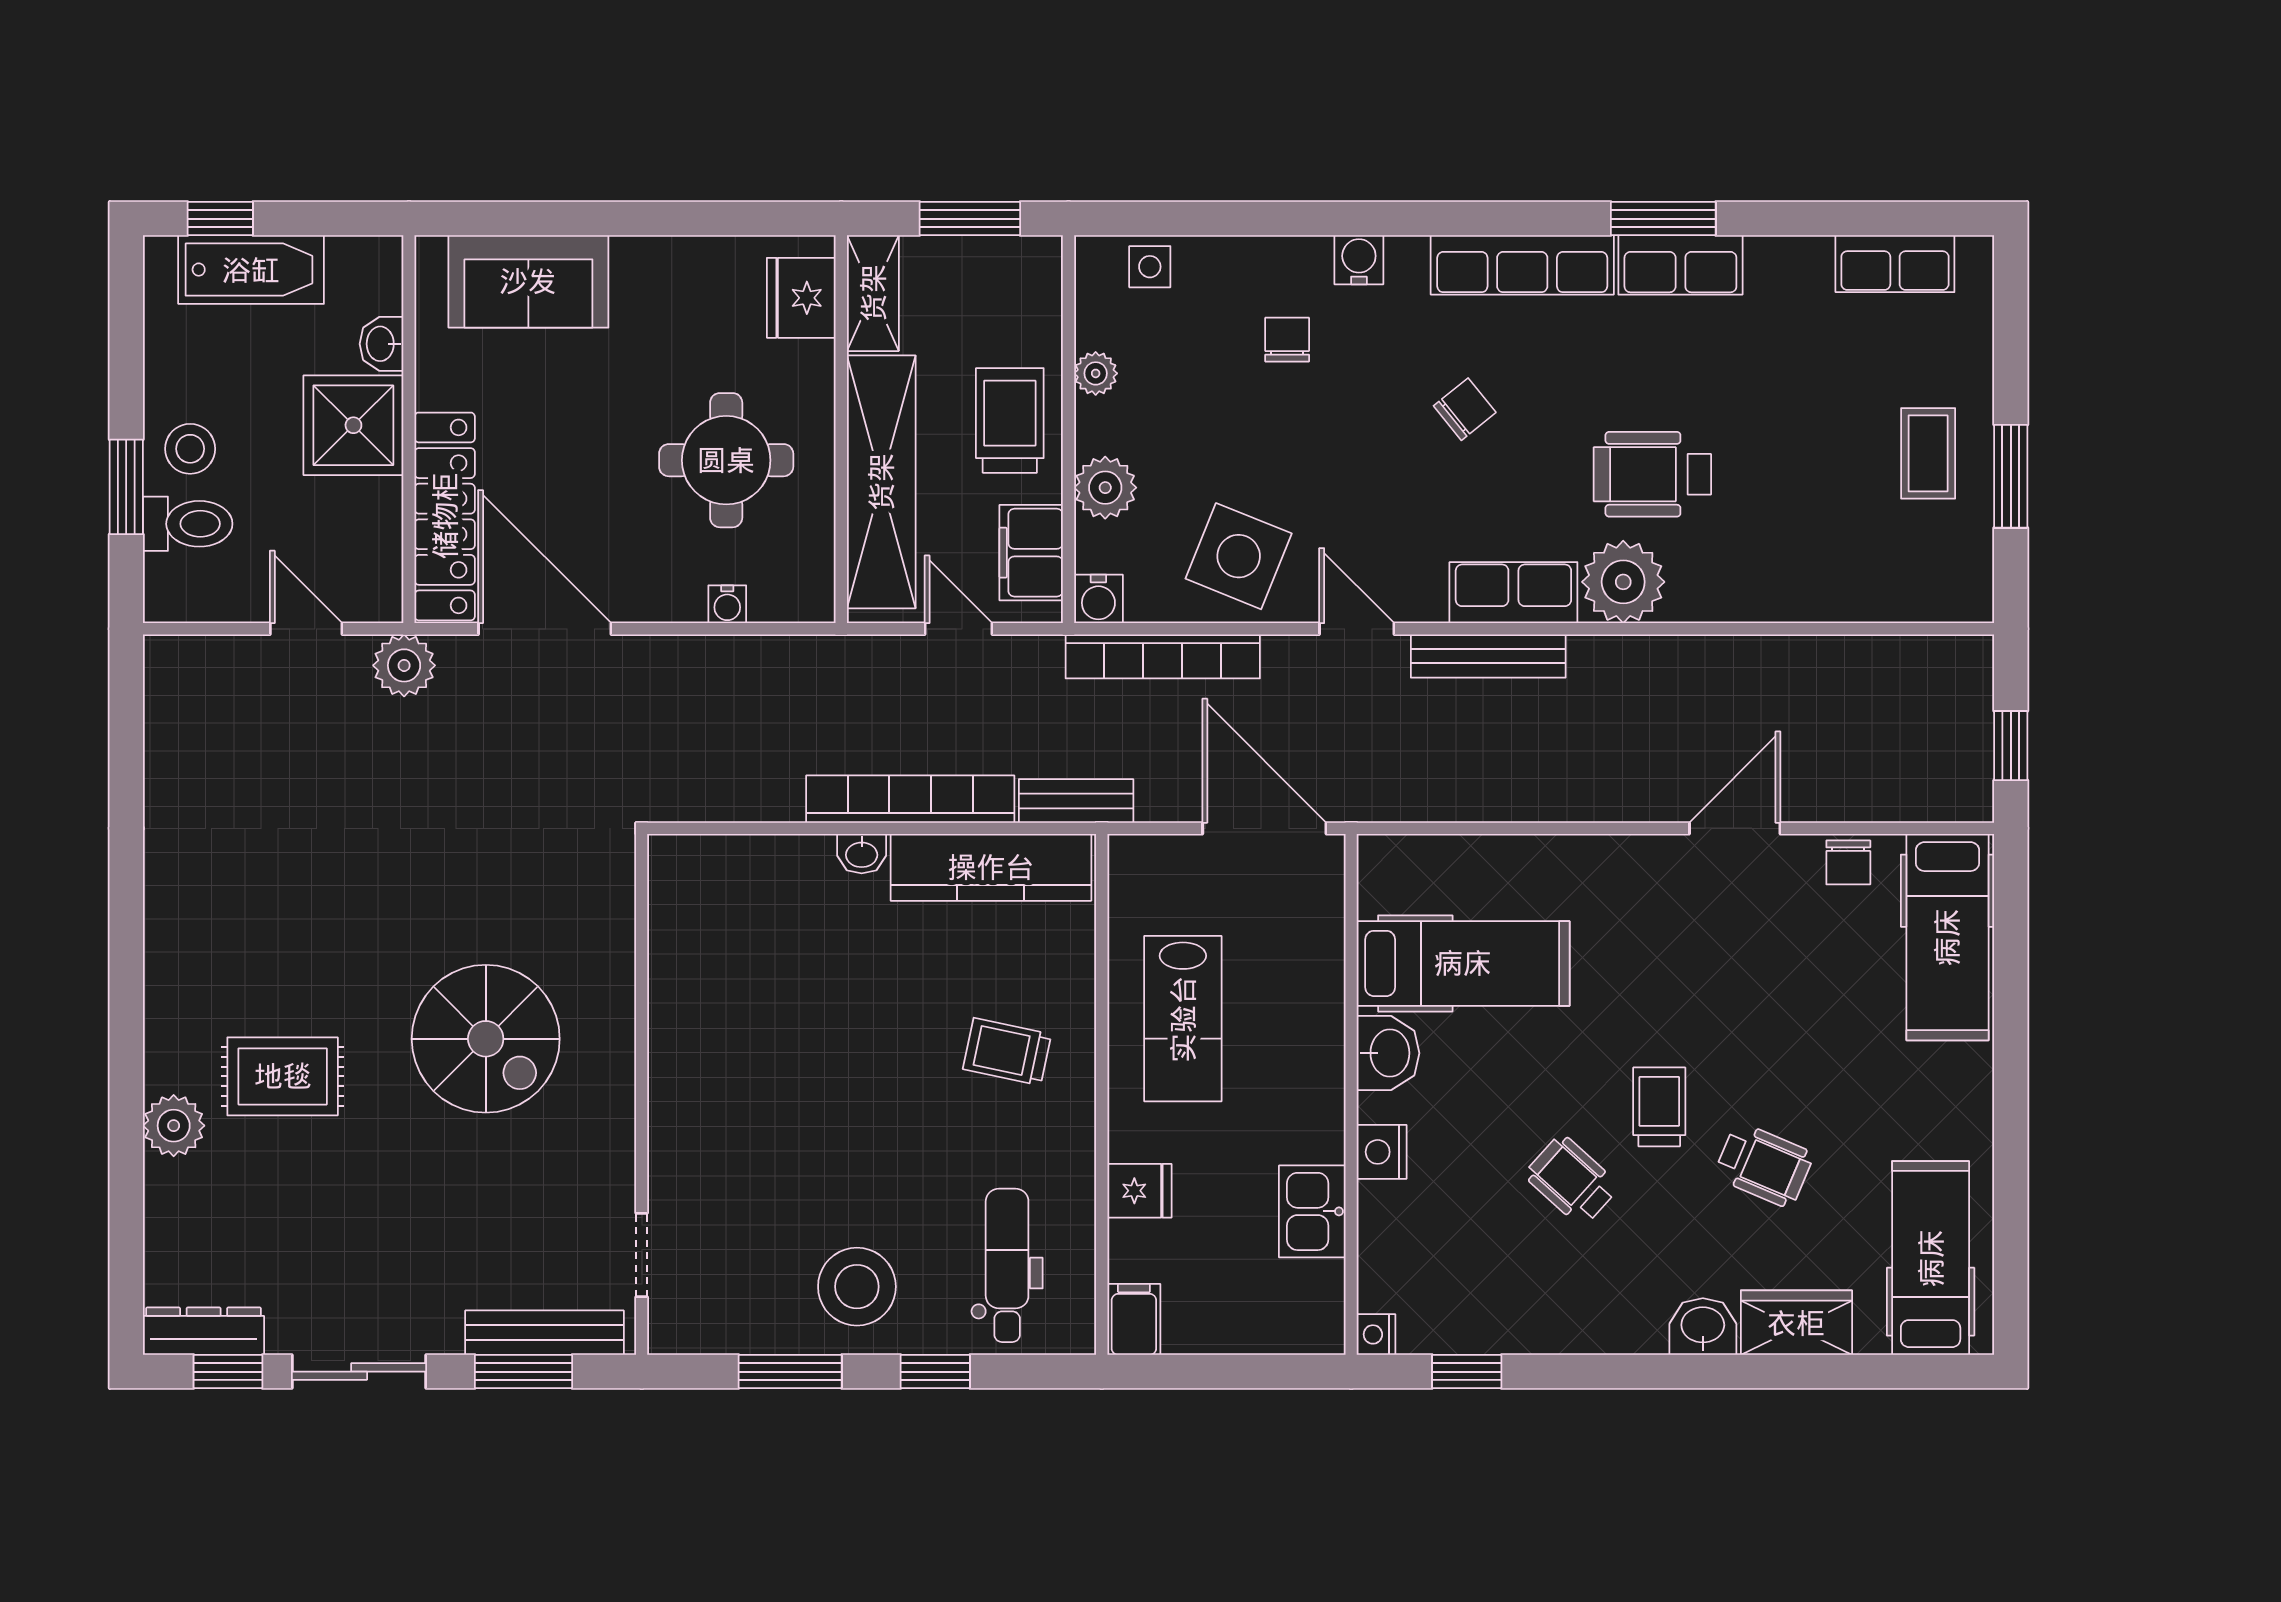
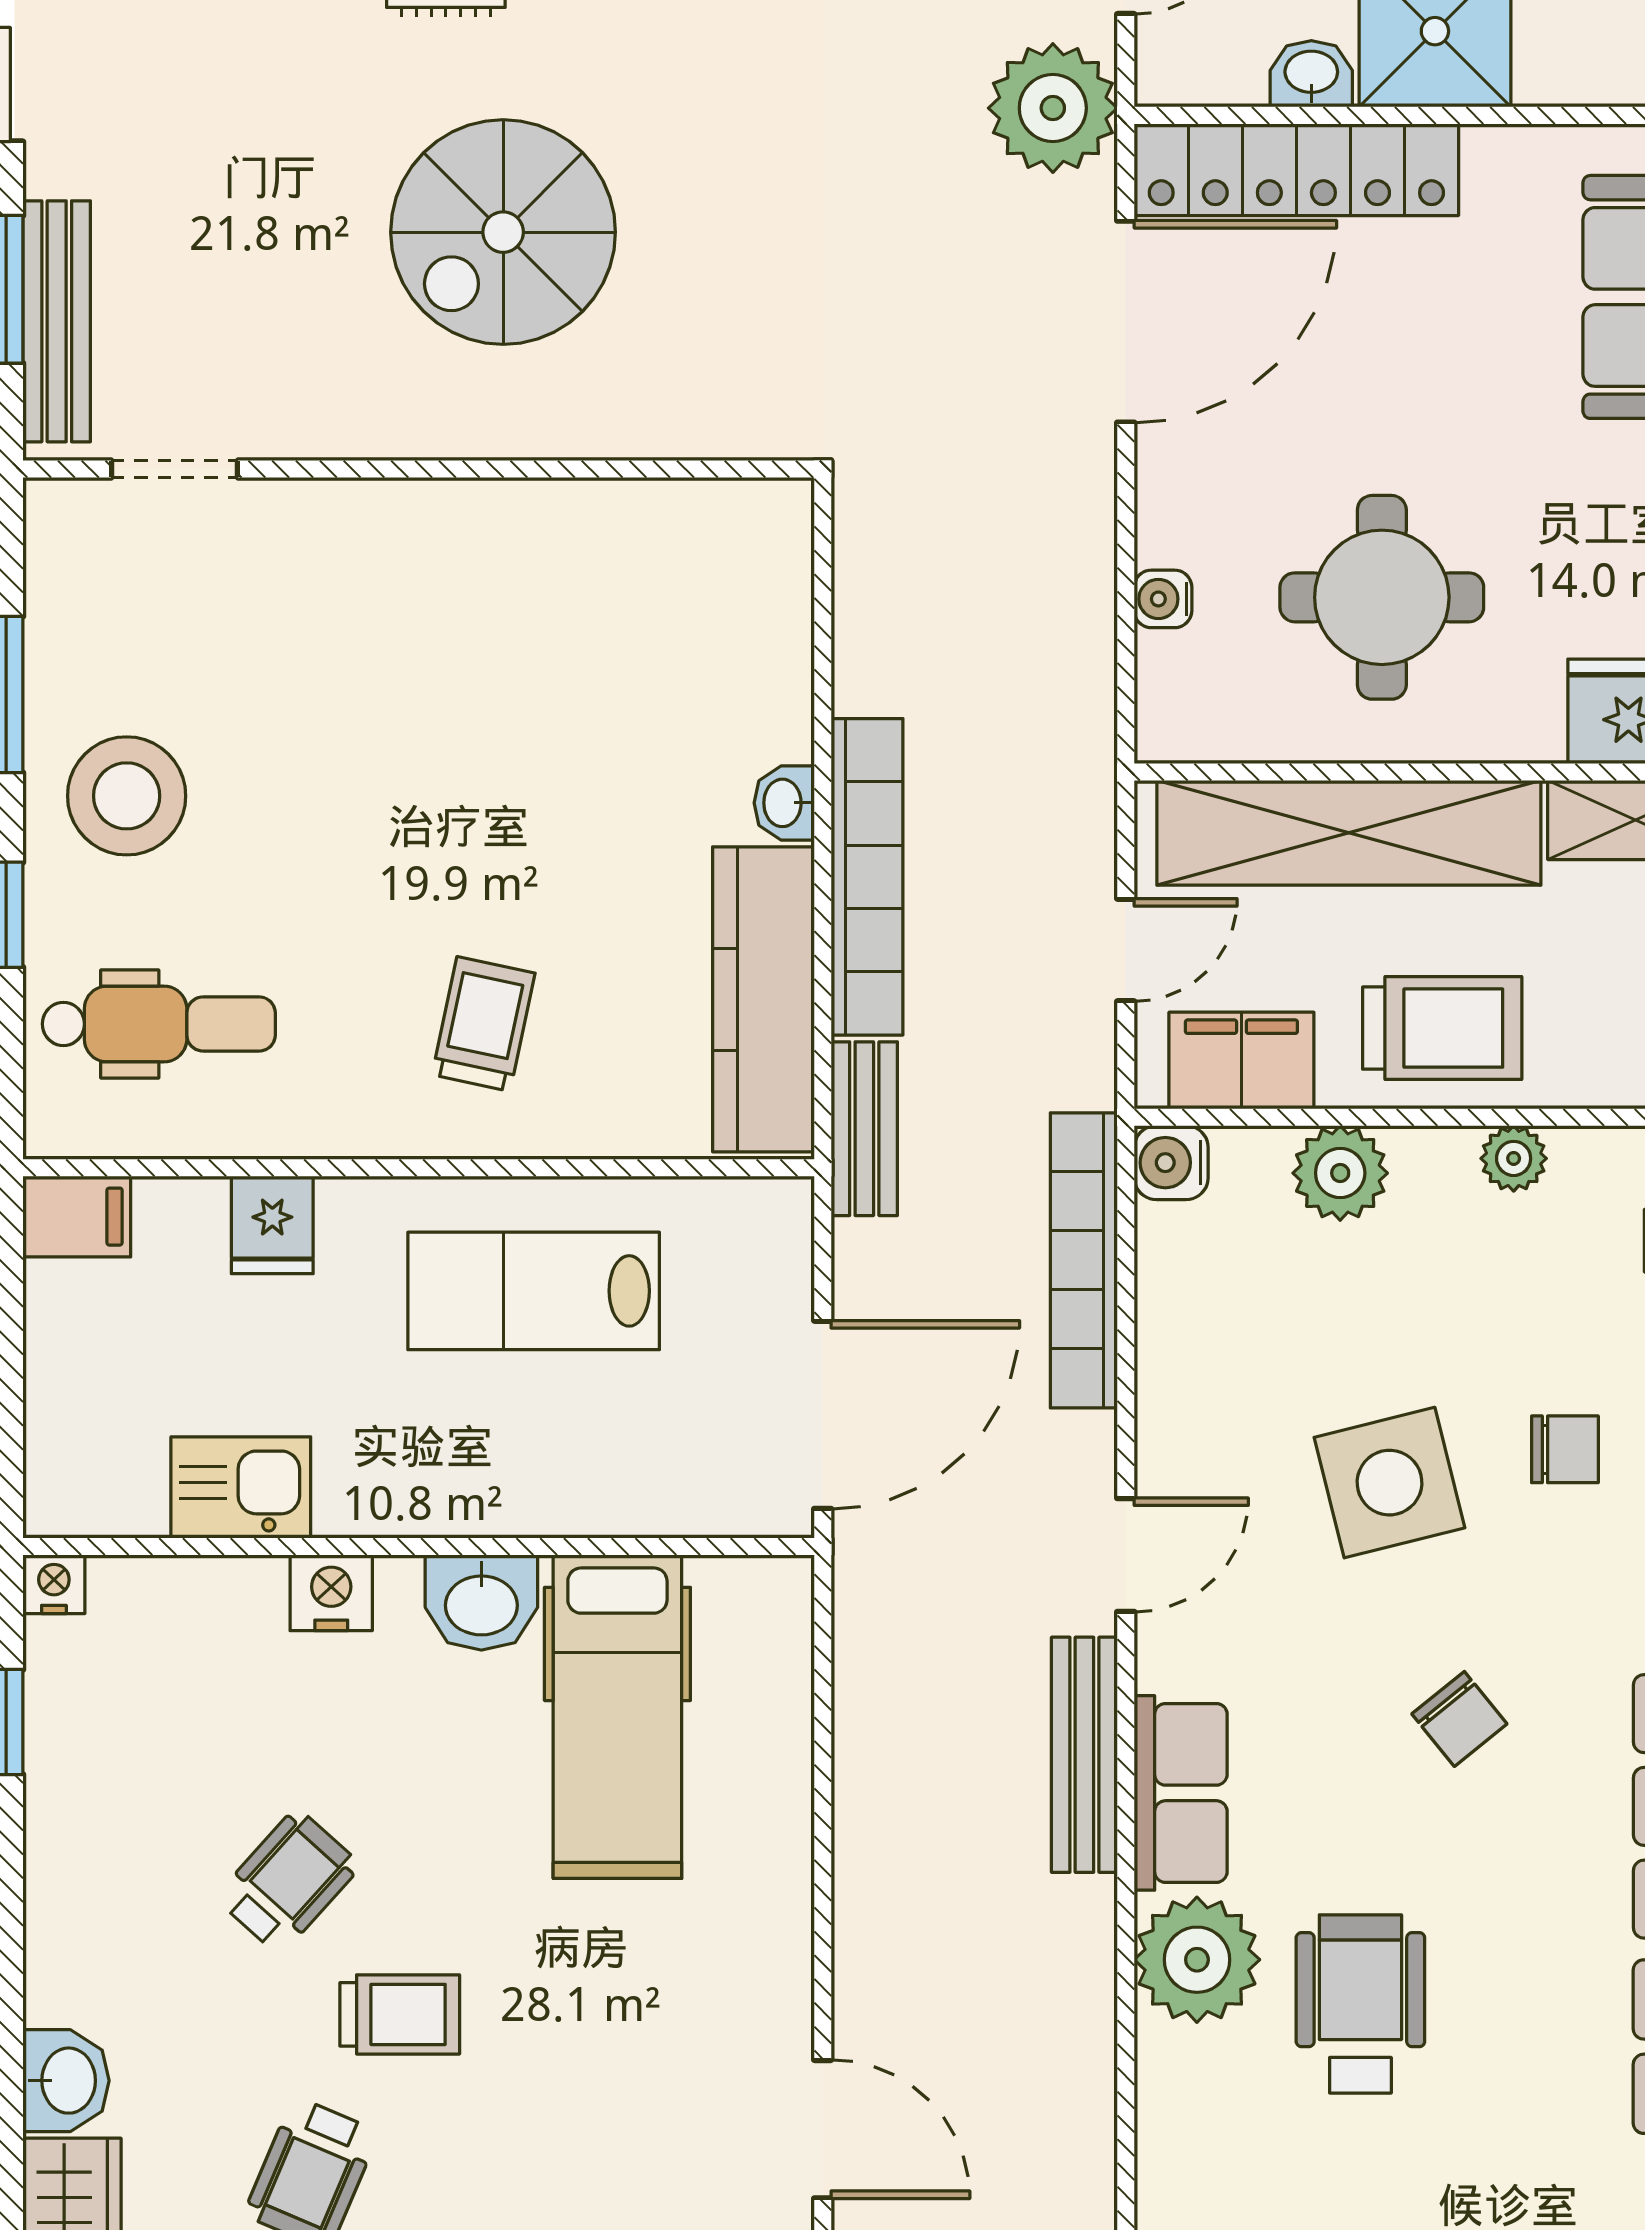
washbasin: (381, 344) -> (1311, 74), moved
side table: (1239, 556) -> (1390, 1483), moved, turned -36
plant: (404, 665) -> (1053, 108), width x1.36, depth x1.36

